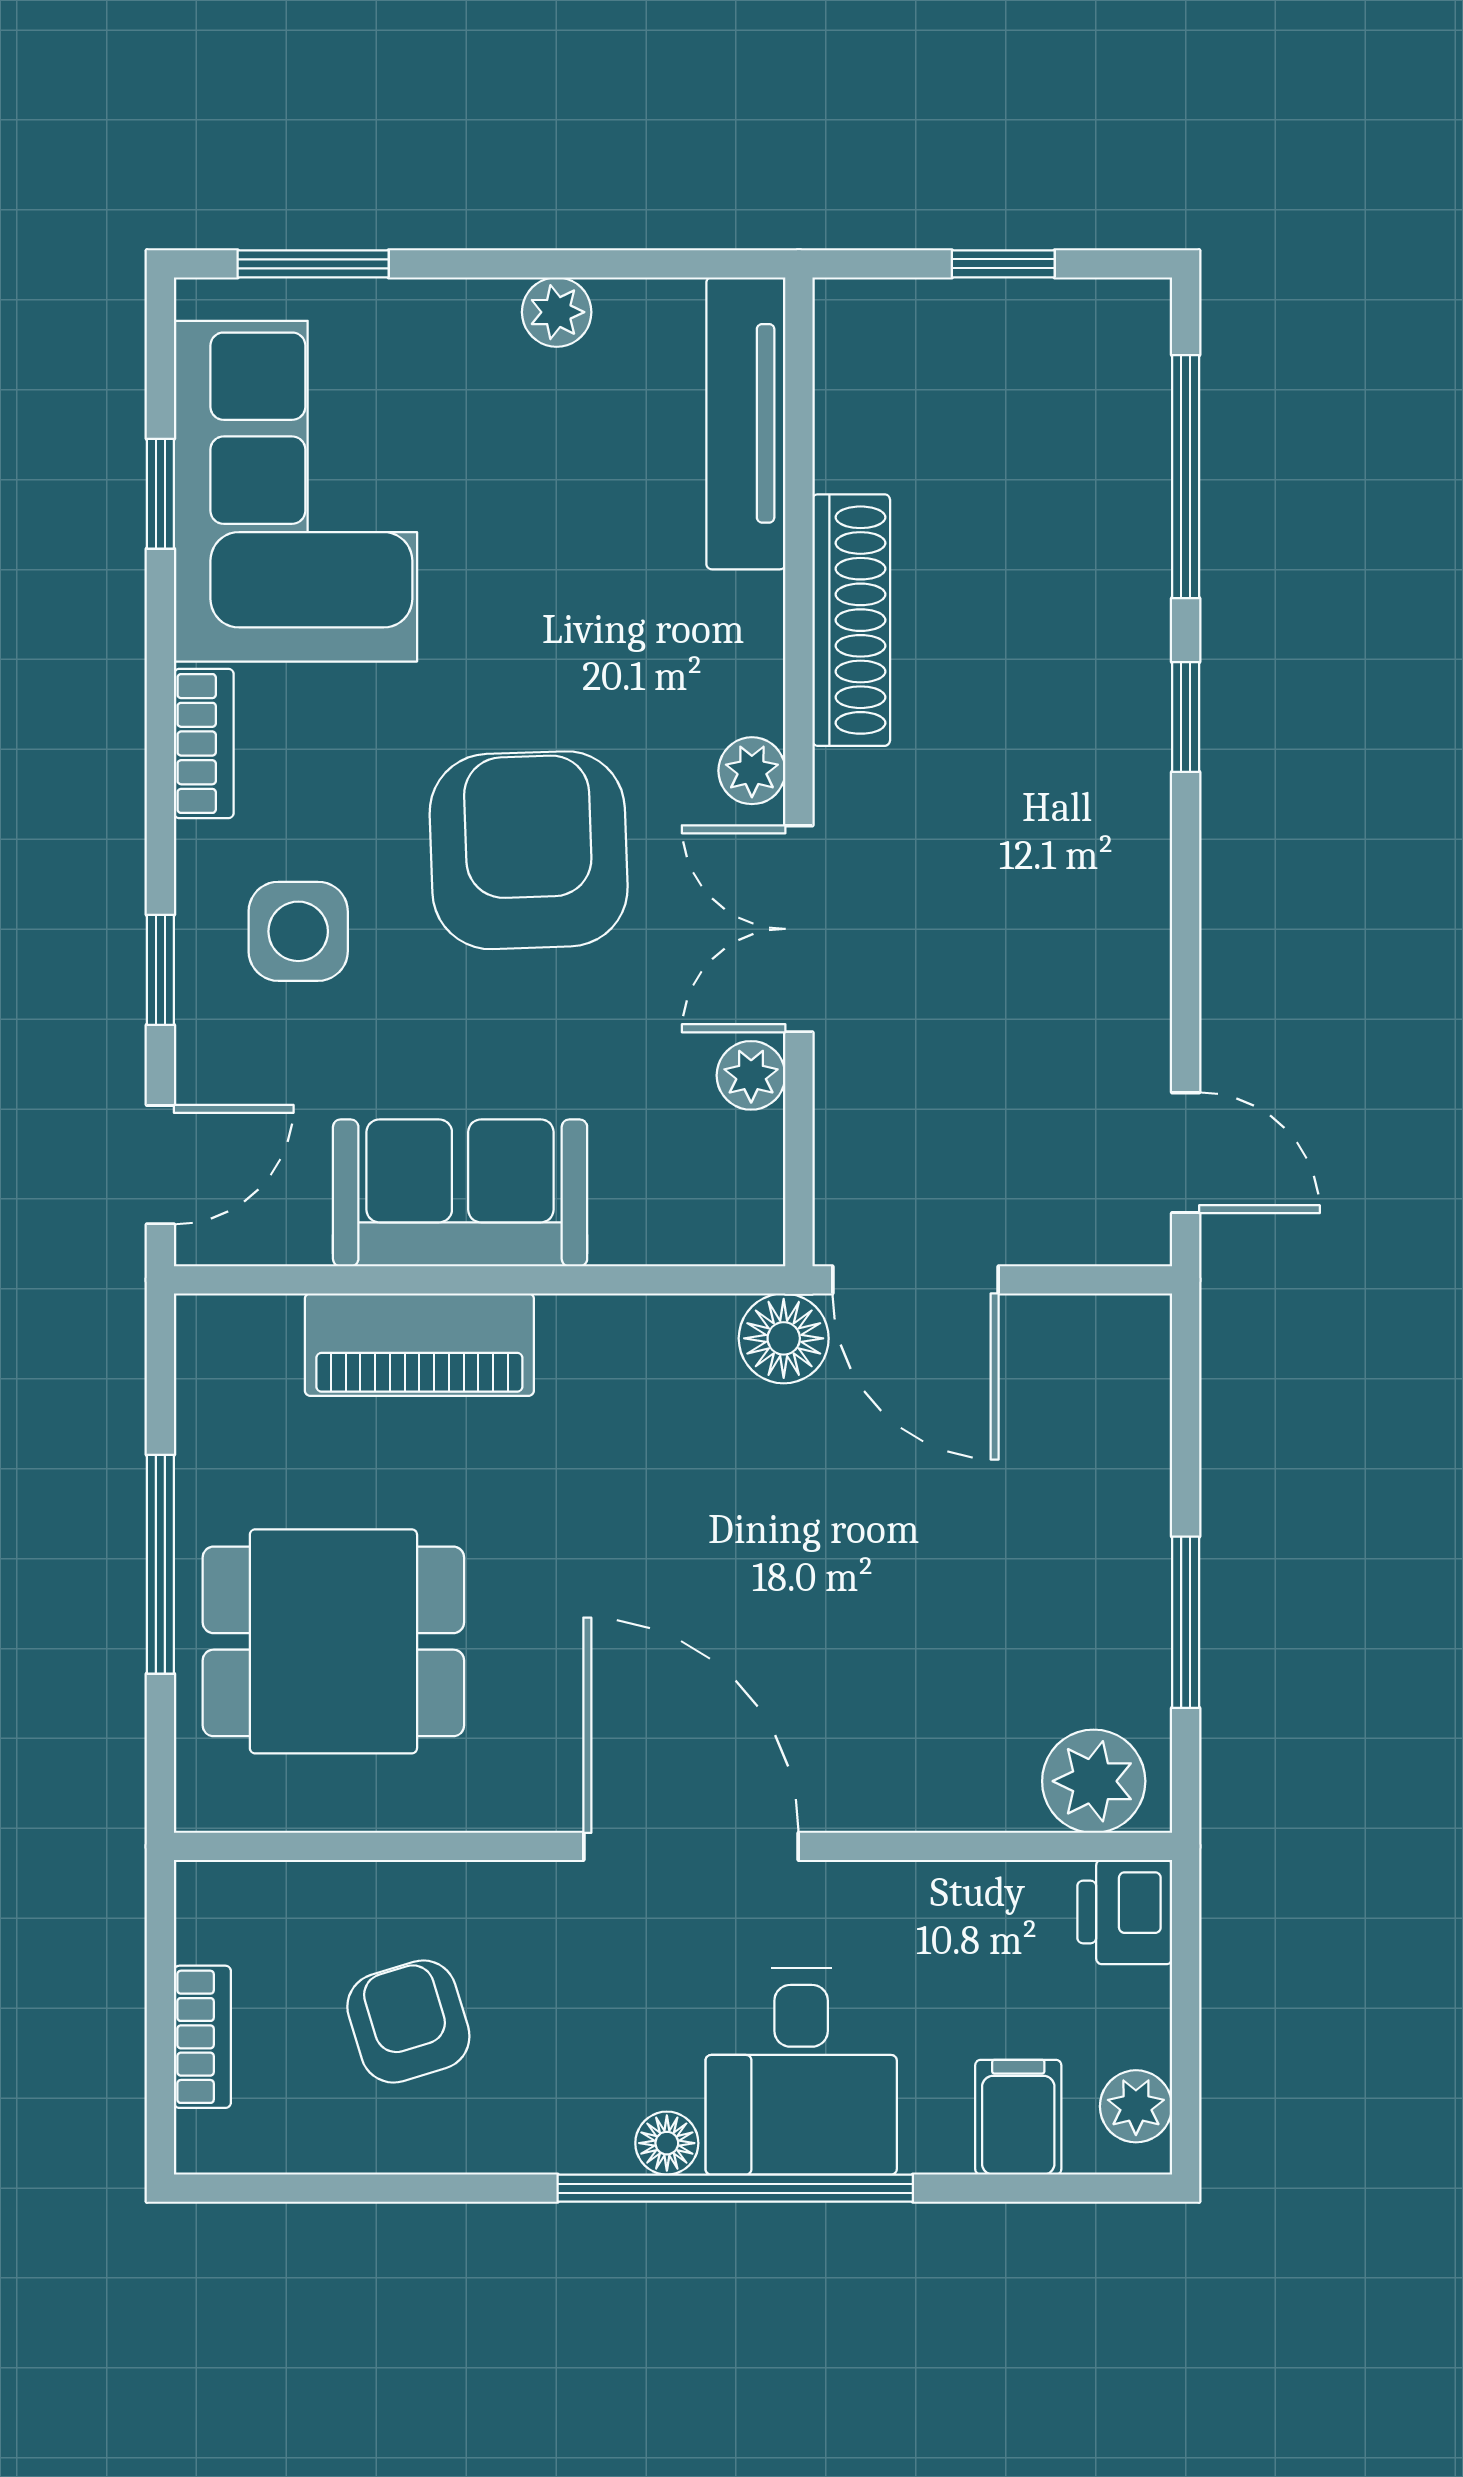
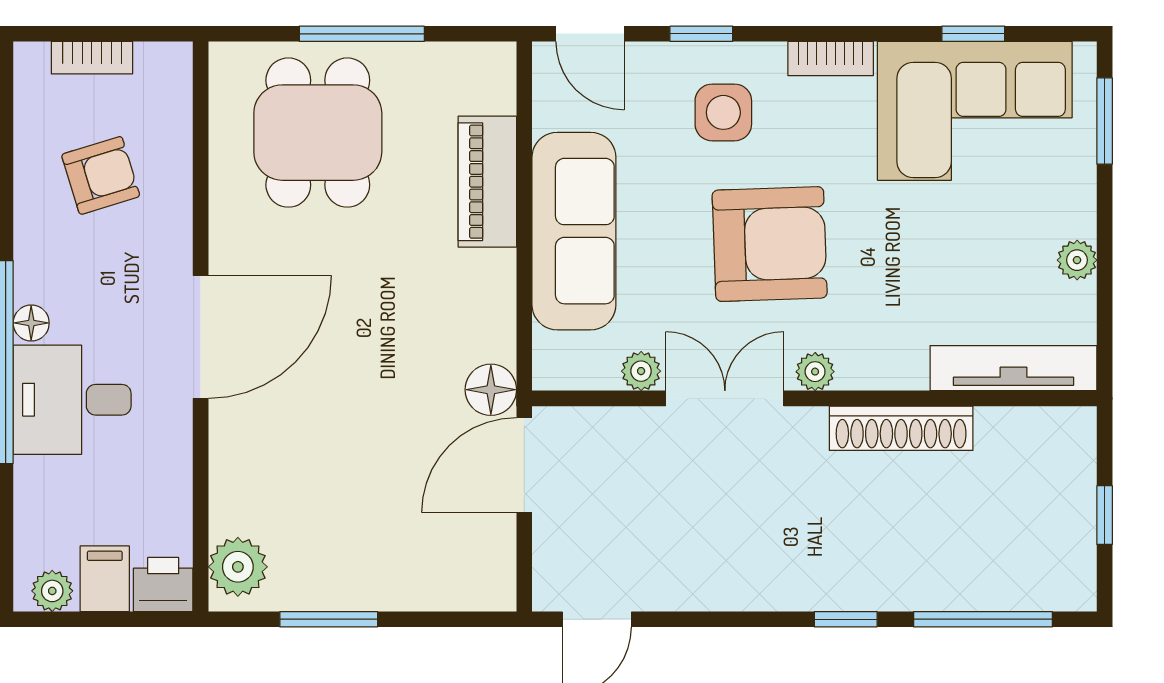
sofa: (460, 1193) -> (574, 231), width x1.36
filing cabinet: (1018, 2117) -> (105, 579), moved, turned -90

